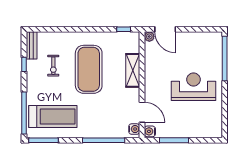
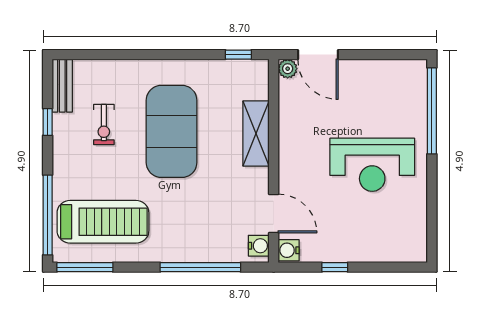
reception desk: (193, 87) -> (372, 165), turned 180
window: (174, 140) -> (335, 267), width x0.46

